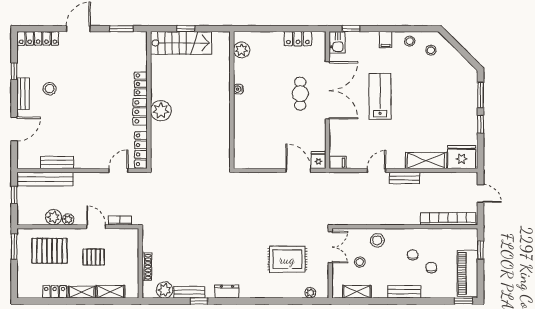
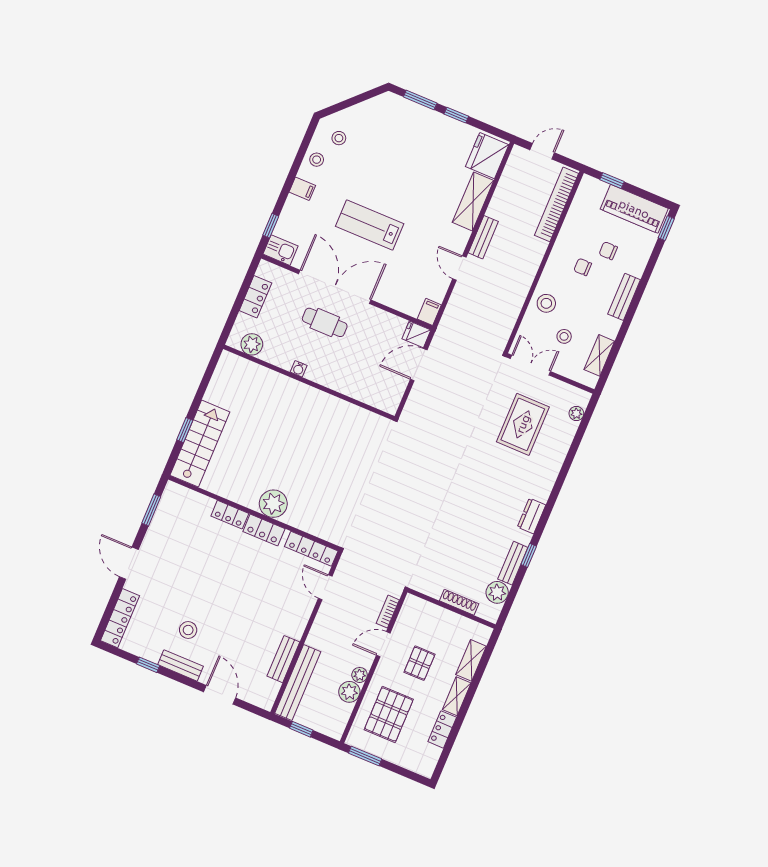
plant: (242, 50) -> (252, 344), moved
water cooler: (238, 89) -> (299, 369), moved
wall: (232, 100) -> (309, 383), moved

